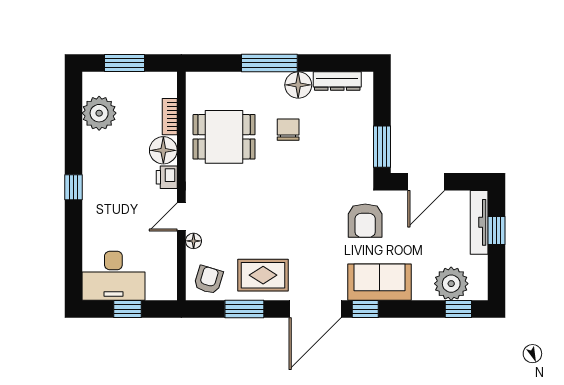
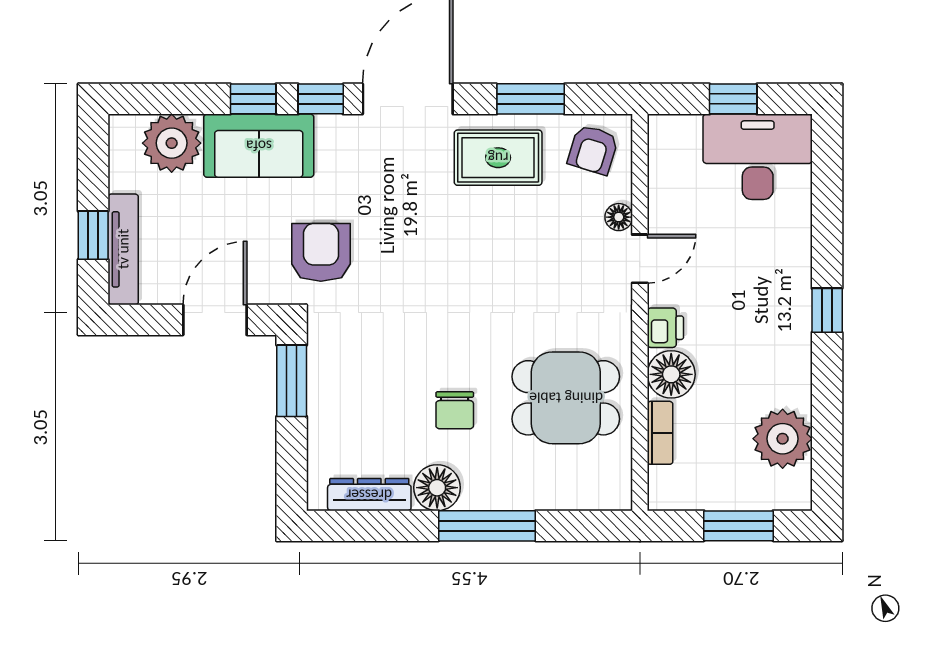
sofa: (379, 282) -> (259, 146), moved
window: (458, 309) -> (253, 99), moved

